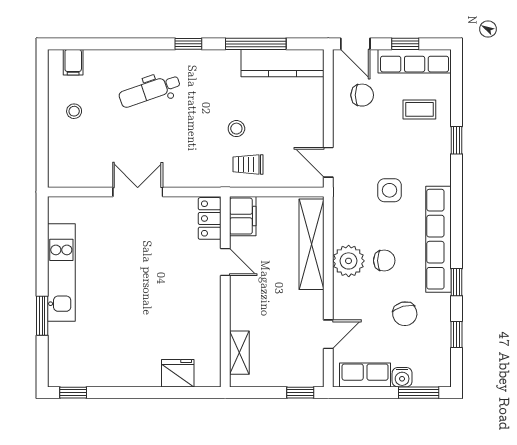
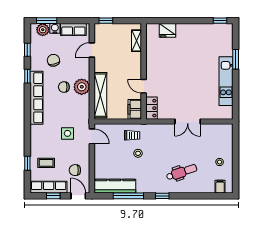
window: (457, 140) -> (27, 163), moved
side table: (390, 190) -> (68, 133), moved
plant: (426, 375) -> (43, 30), added

